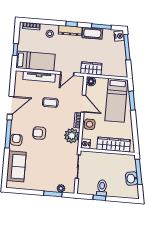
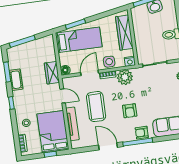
dresser: (70, 30) -> (18, 103), removed
nightstand: (119, 36) -> (13, 52), removed
bed: (35, 61) -> (53, 132), width x1.50
coffee table: (50, 103) -> (96, 107), width x1.86, depth x1.72

